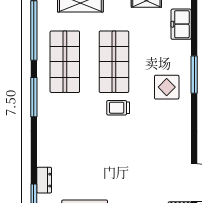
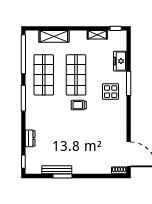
freezer: (181, 24) -> (120, 61), moved
dresser: (44, 180) -> (30, 138), moved

